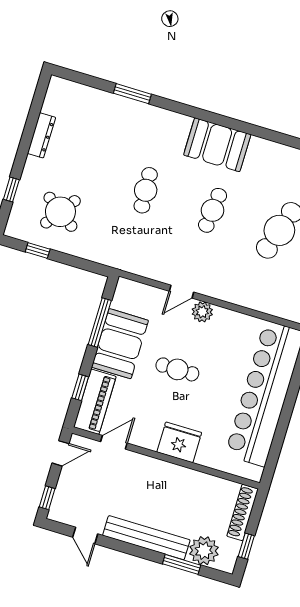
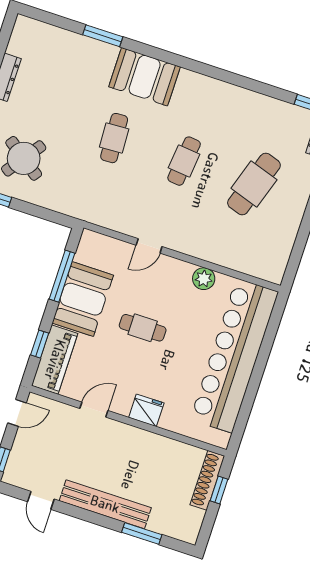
booth: (217, 145) -> (145, 77), moved
plant: (202, 312) -> (204, 279), moved
door: (114, 442) -> (94, 410), moved
fridge: (179, 442) -> (146, 410), width x0.73, depth x0.75
window: (246, 546) -> (219, 490), moved
plant: (204, 551) -> (166, 520), removed

